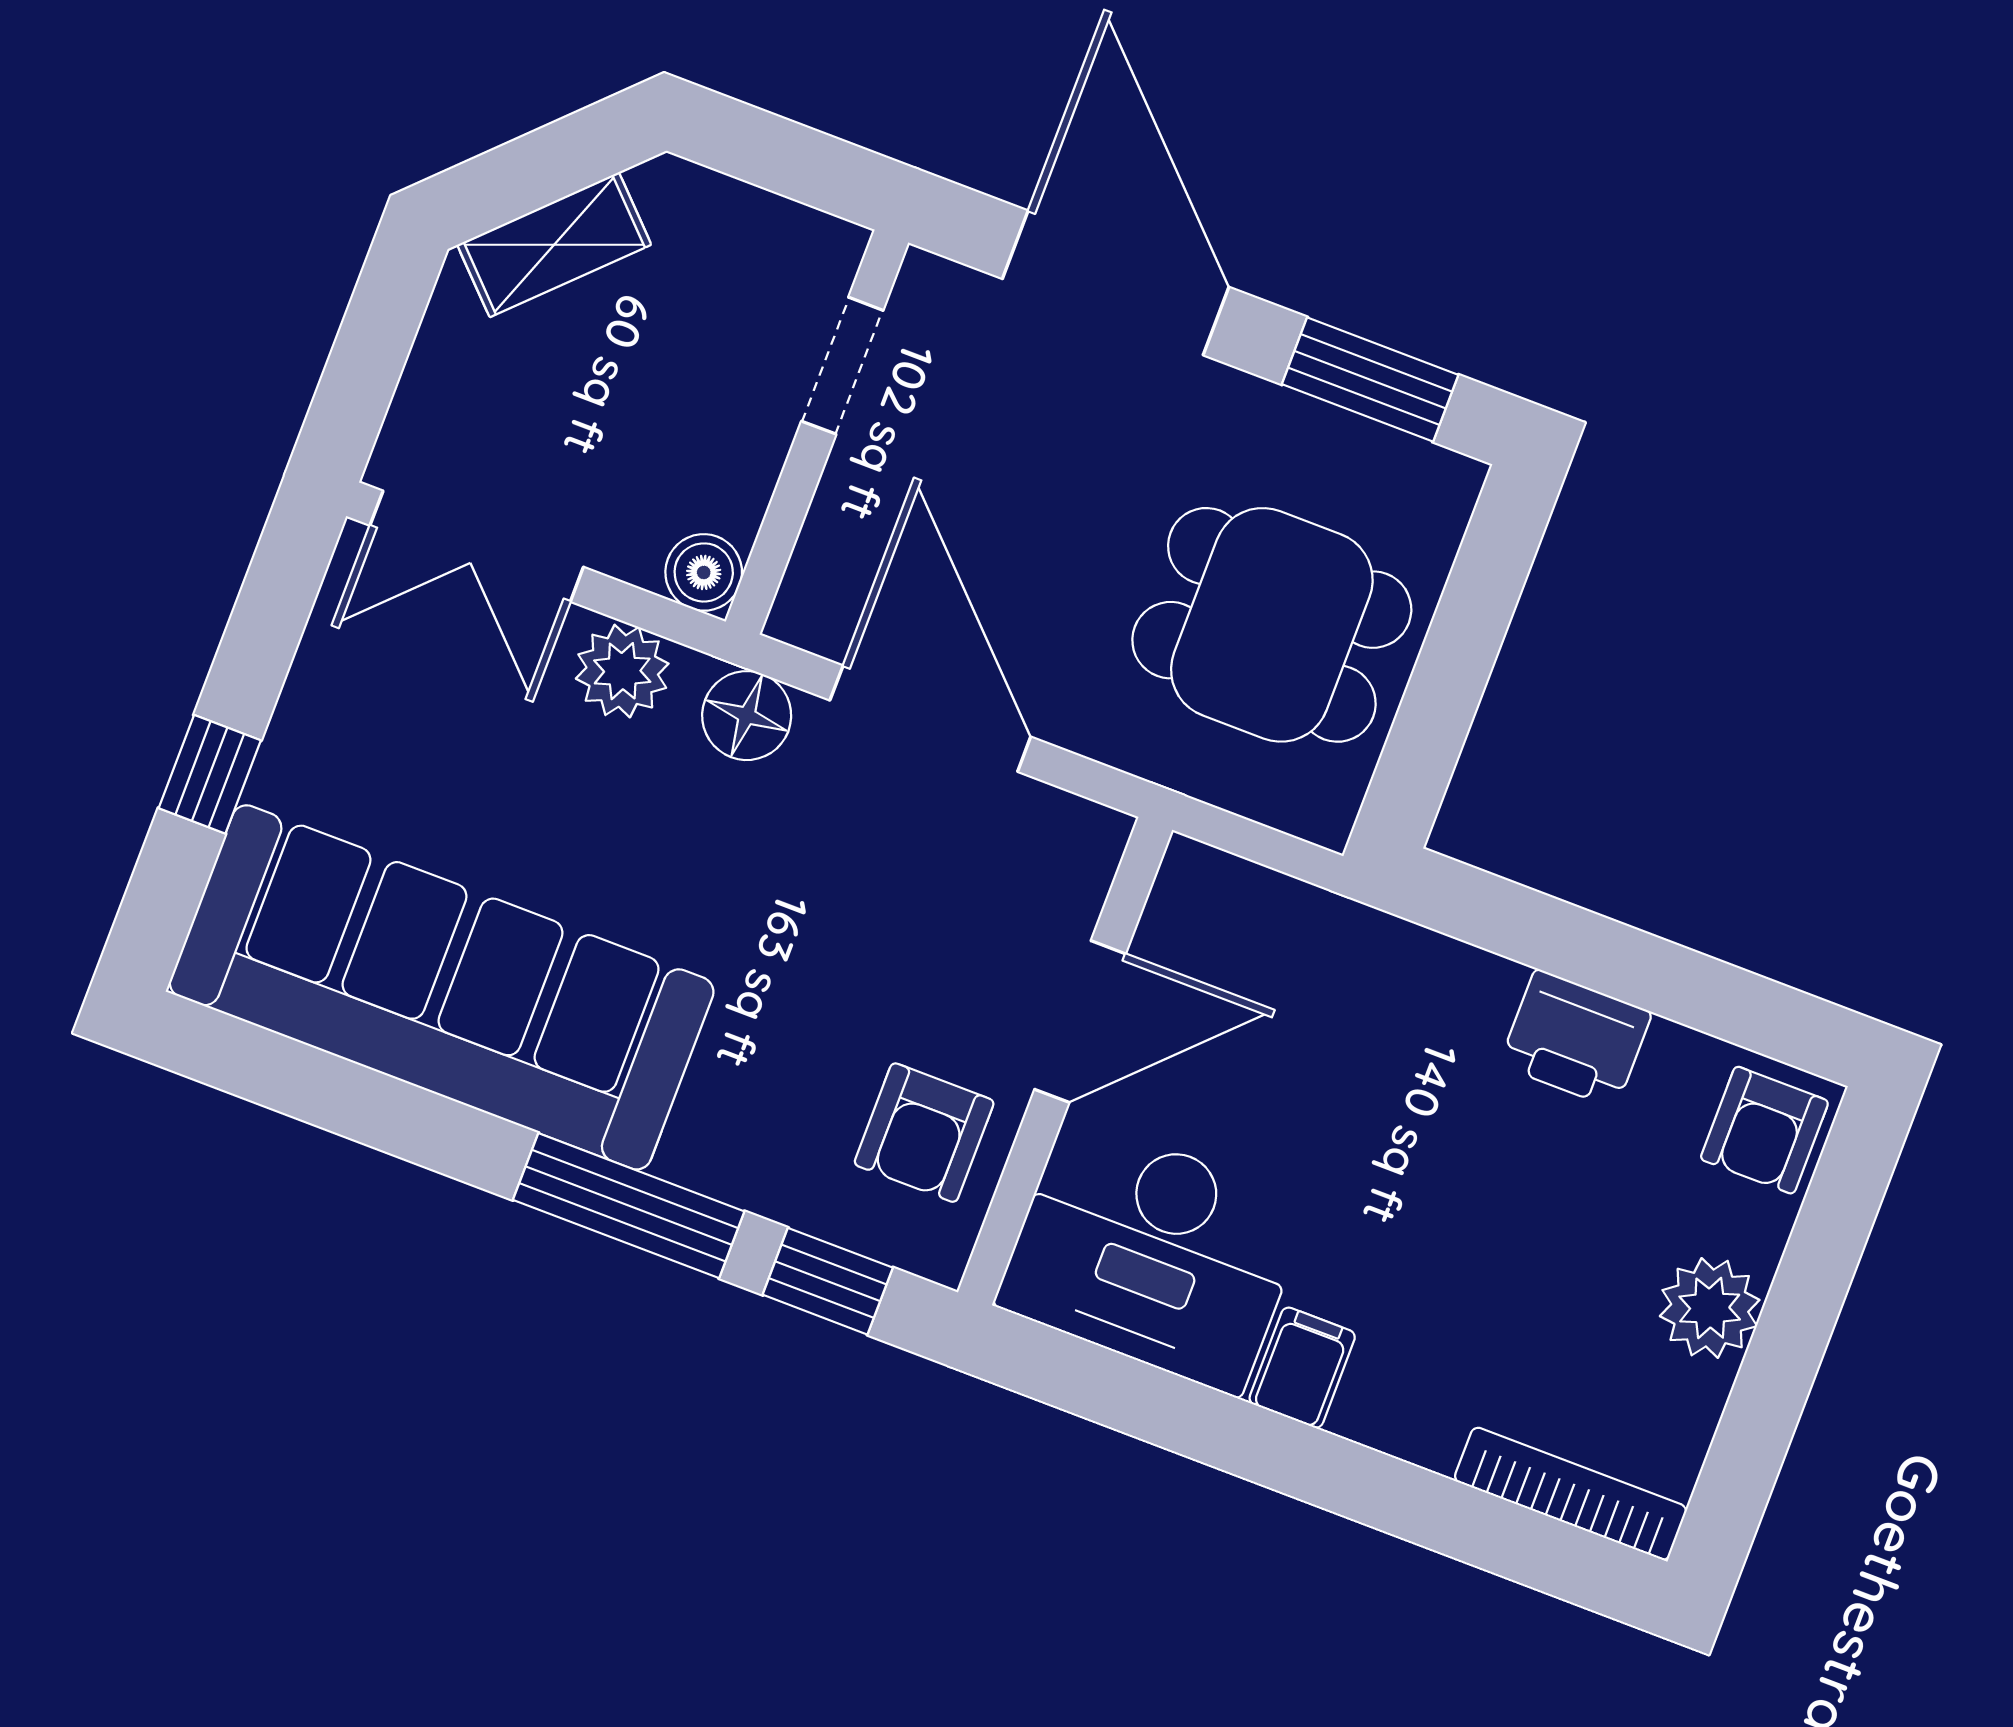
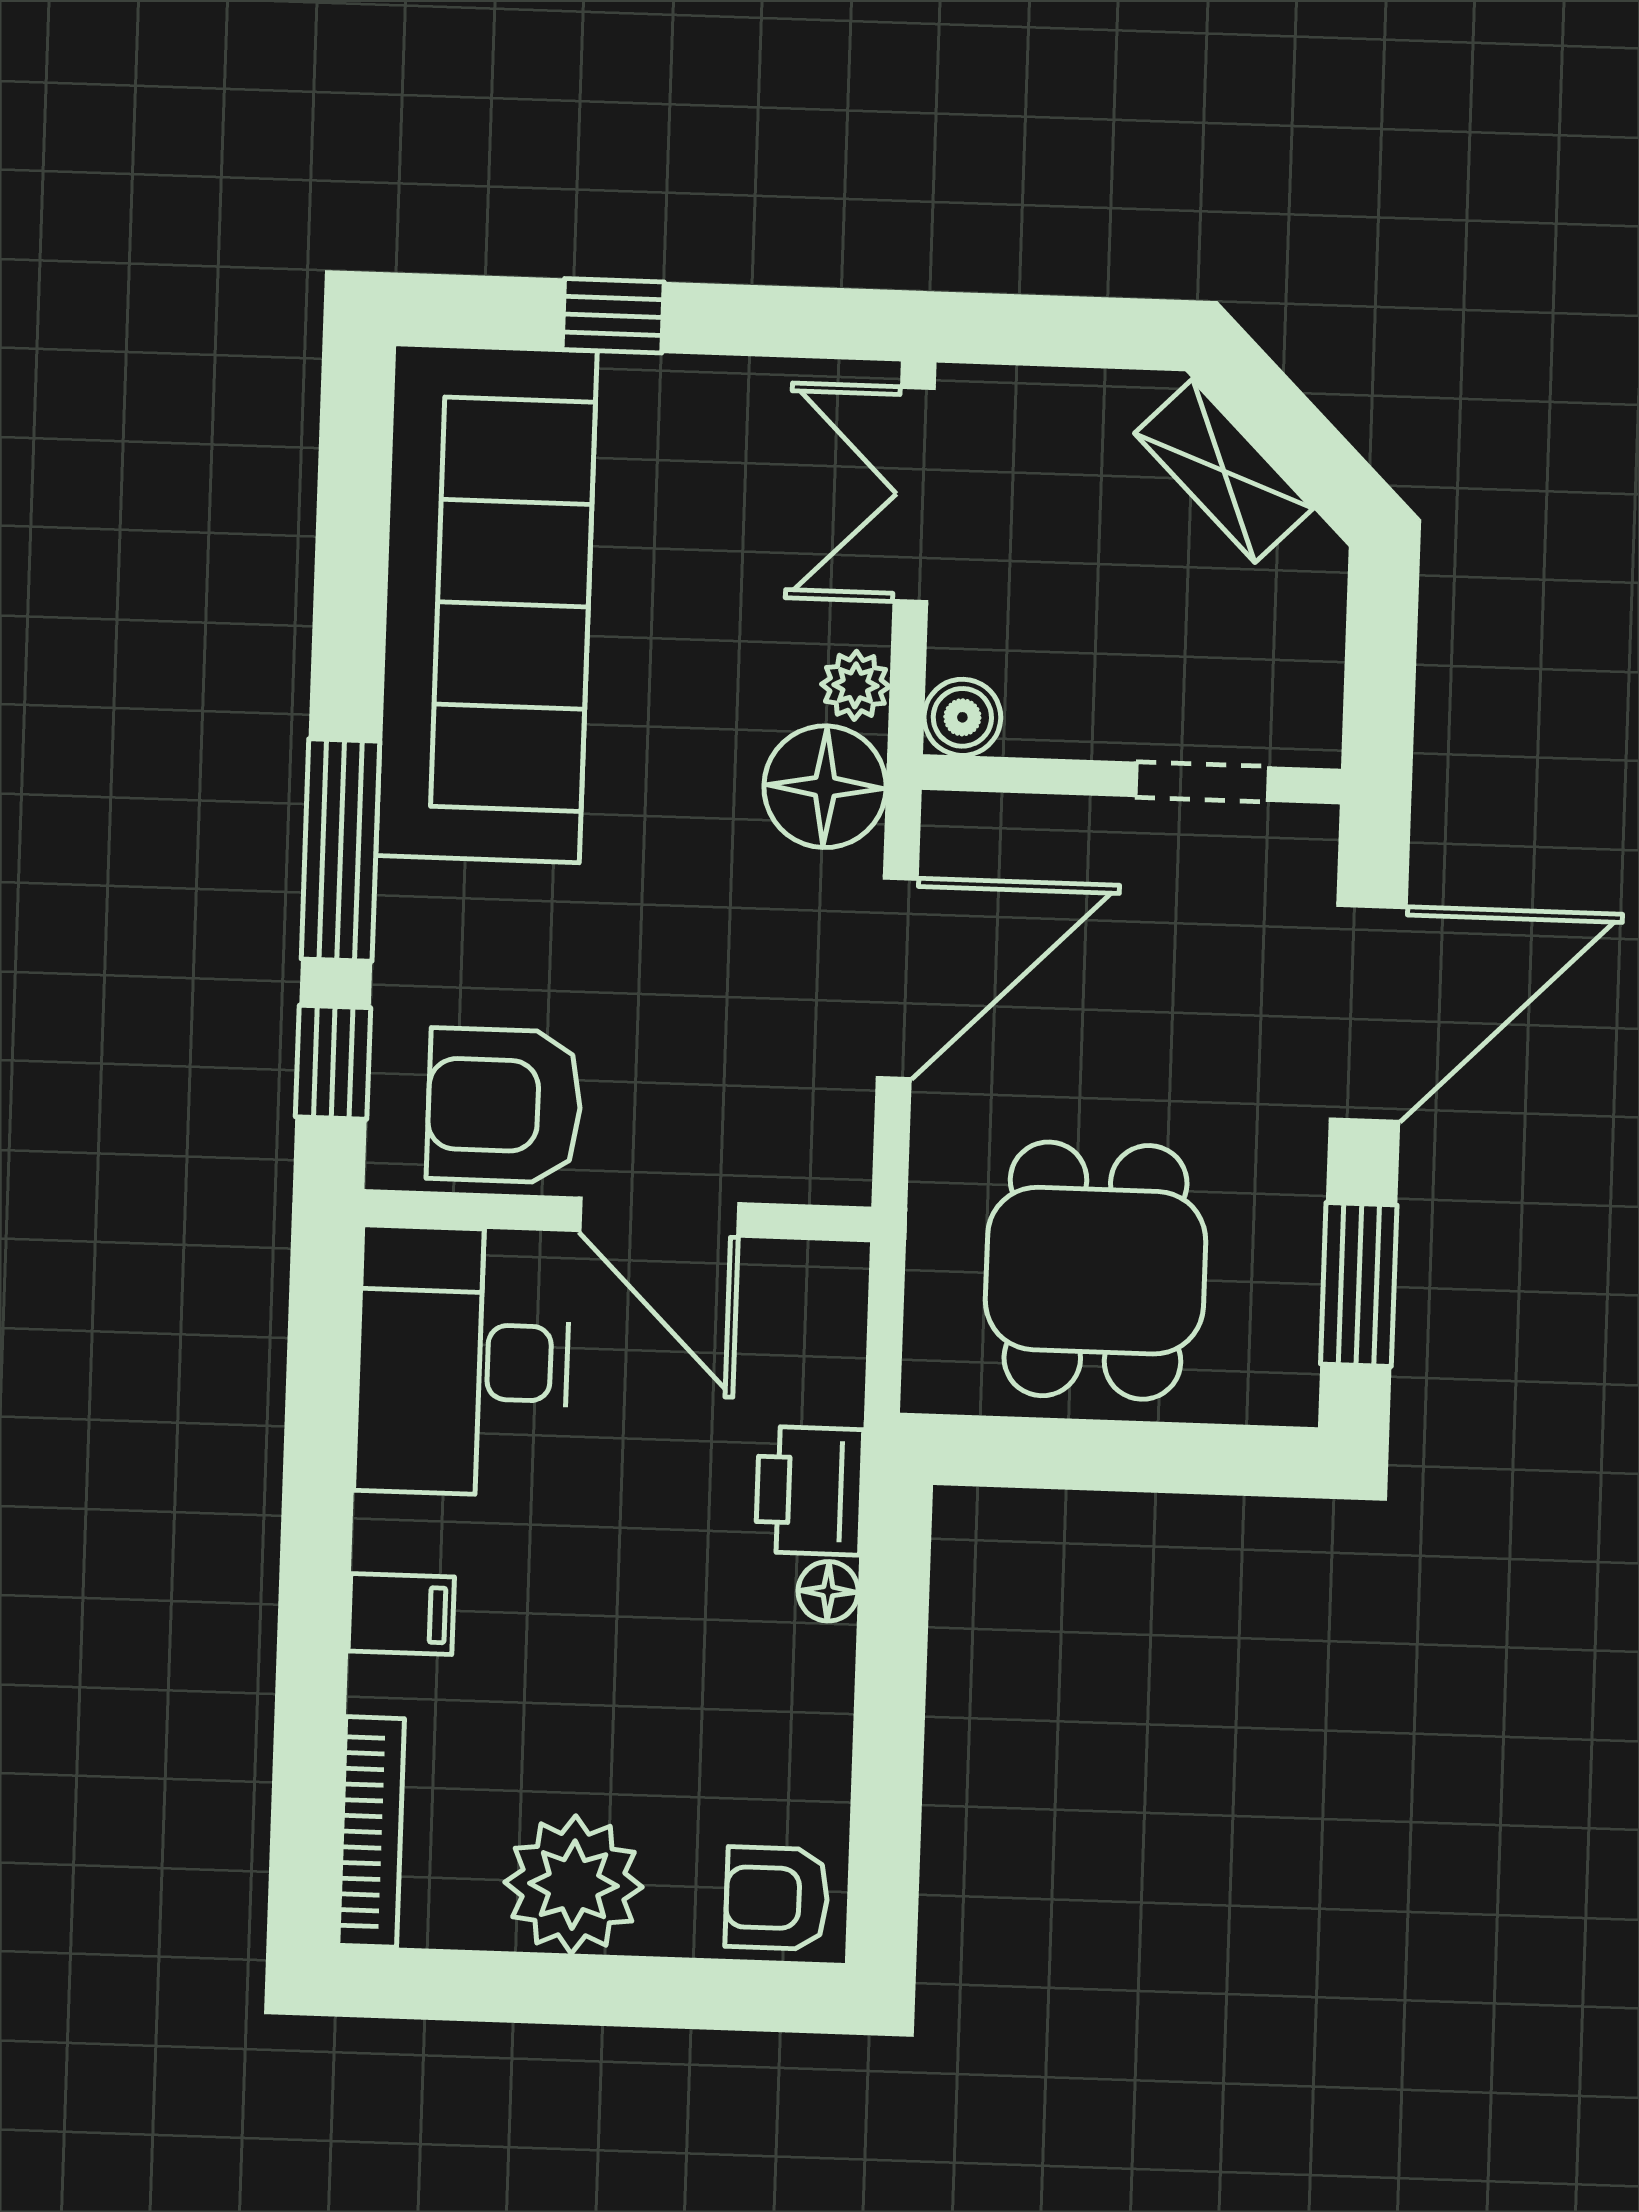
plant: (622, 671) -> (855, 685), width x0.73, depth x0.73
floor lamp: (747, 716) -> (825, 787), width x1.38, depth x1.38
floor lamp: (1490, 982) -> (828, 1591), added
printer: (1576, 1039) -> (809, 1491), moved
armchair: (924, 1133) -> (504, 1106), width x1.38, depth x1.38
plant: (1710, 1308) -> (573, 1885), width x1.36, depth x1.36
filing cabinet: (1302, 1368) -> (401, 1614), moved

